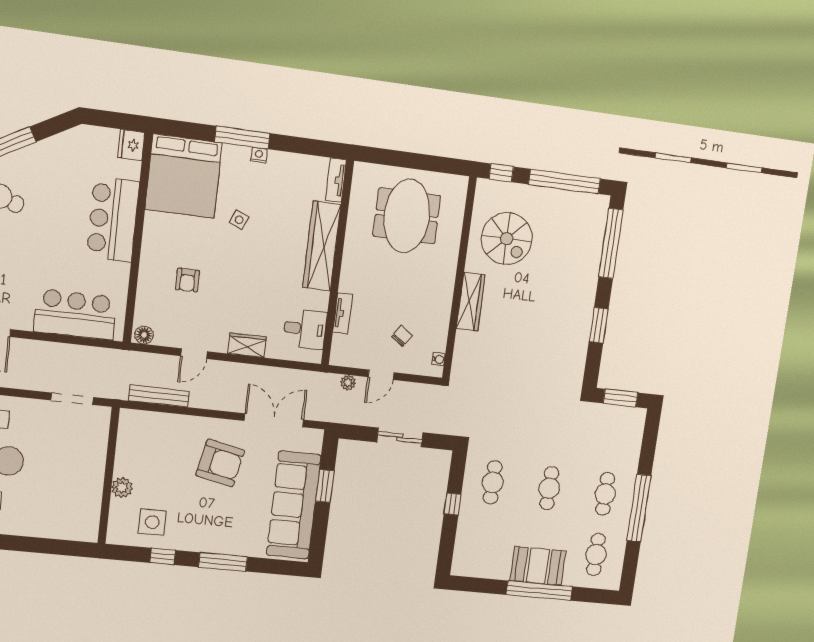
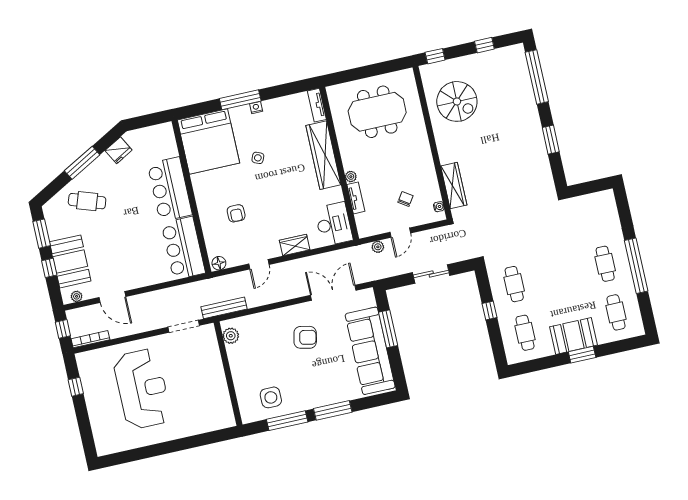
fridge: (131, 145) -> (118, 150), moved, turned -119
window: (565, 181) -> (484, 45), width x0.32
meeting table: (407, 216) -> (377, 112), turned 90
plant: (346, 285) -> (351, 177), added
wardrobe: (471, 302) -> (454, 186), moved
bar counter: (75, 314) -> (183, 248), moved, turned -90
desk: (305, 329) -> (334, 224), width x1.37
bench: (159, 396) -> (224, 308), moved
window: (620, 398) -> (589, 188), removed
armchair: (220, 463) -> (305, 337), width x0.73, depth x0.73
window: (325, 486) -> (388, 329), width x1.44
plant: (122, 488) -> (231, 336), moved
cafe table: (549, 488) -> (525, 333), moved
window: (163, 556) -> (287, 421), width x2.17
window: (539, 591) -> (582, 355), width x0.47

